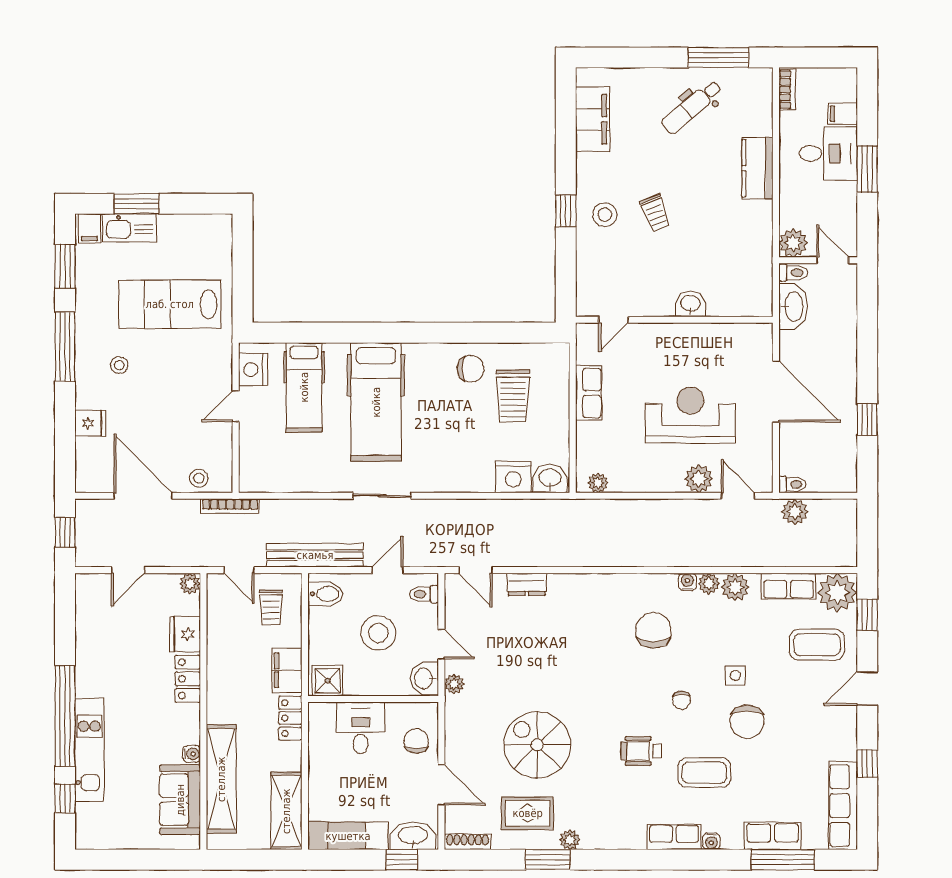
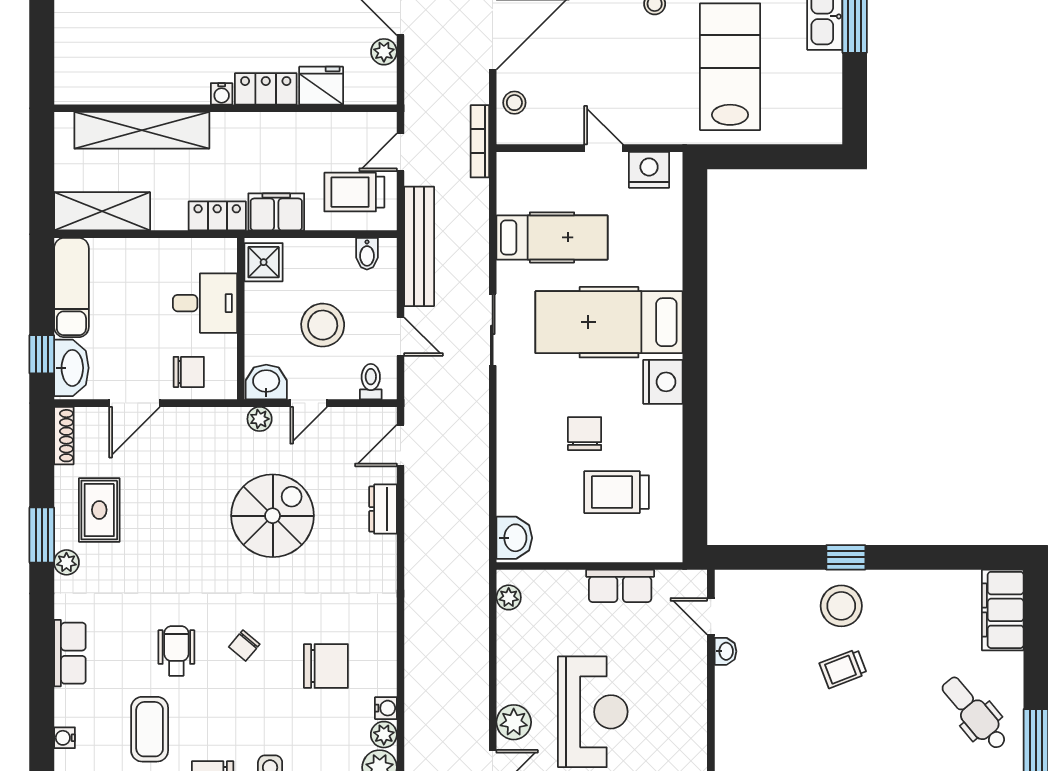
filing cabinet: (593, 119) -> (1003, 610), moved, turned 90
stool: (605, 215) -> (841, 606), width x1.38, depth x1.38
washbasin: (690, 304) -> (725, 651), moved, width x0.72, depth x0.69
chair: (471, 369) -> (585, 434), moved, turned 180
hospital bed: (304, 387) -> (552, 237), moved, turned 180
nightstand: (513, 477) -> (663, 382), moved, turned 180
plant: (190, 584) -> (384, 52), moved
bidet: (325, 594) -> (367, 254), width x0.72, depth x0.74
trolley: (271, 607) -> (354, 192), width x1.36, depth x1.39
chair: (681, 700) -> (244, 646), moved, turned -50
spiral stairs: (537, 745) -> (273, 516), moved
water cooler: (192, 754) -> (222, 94), moved
sofa: (180, 800) -> (116, 79), removed
row of seats: (674, 837) -> (70, 653), moved

